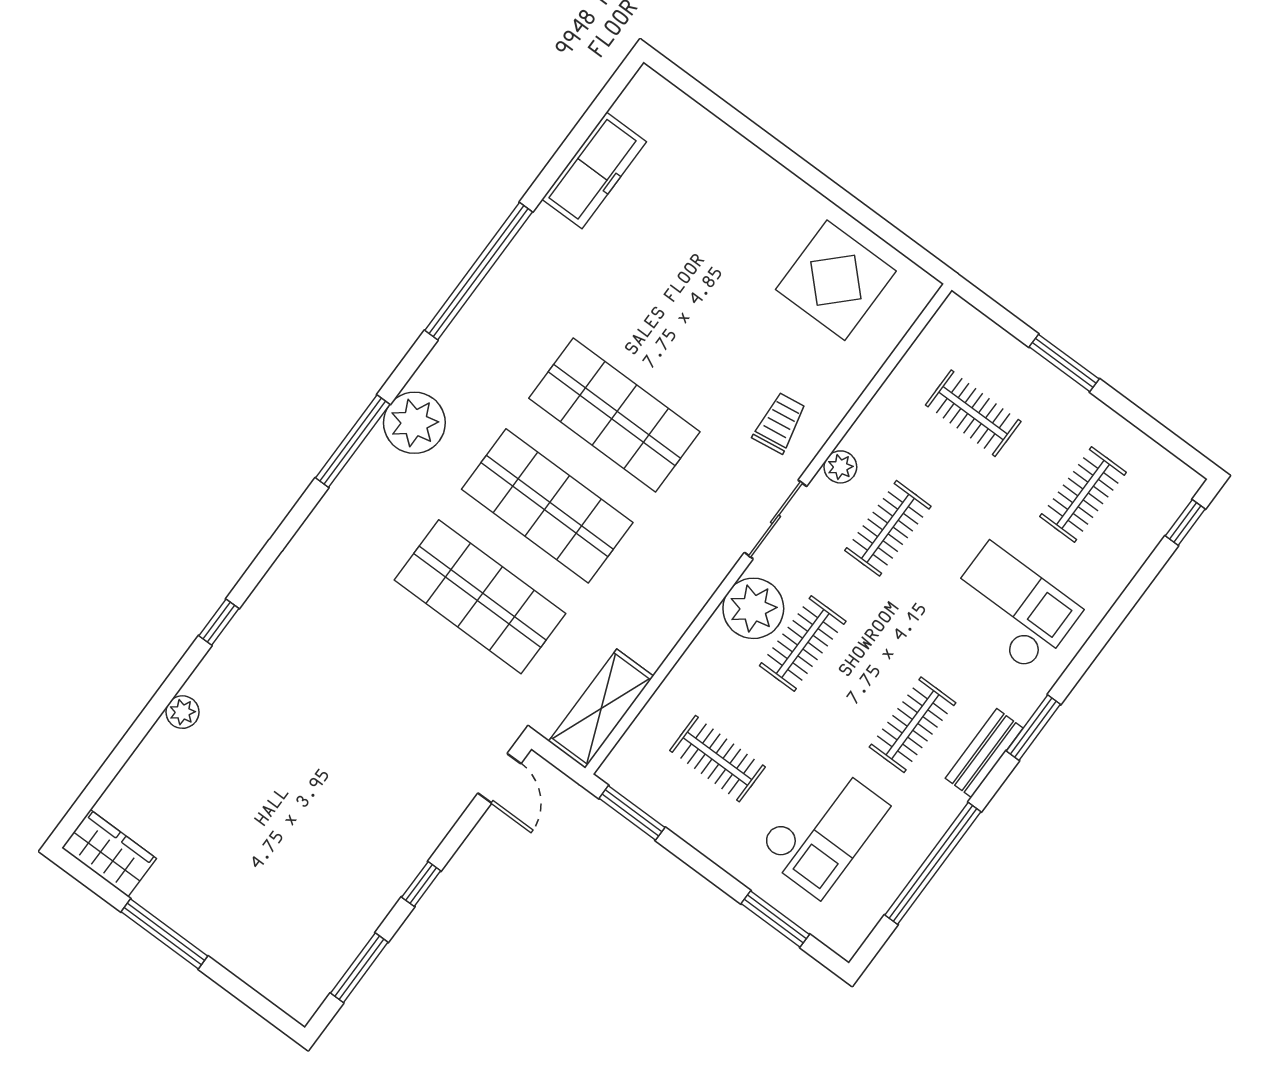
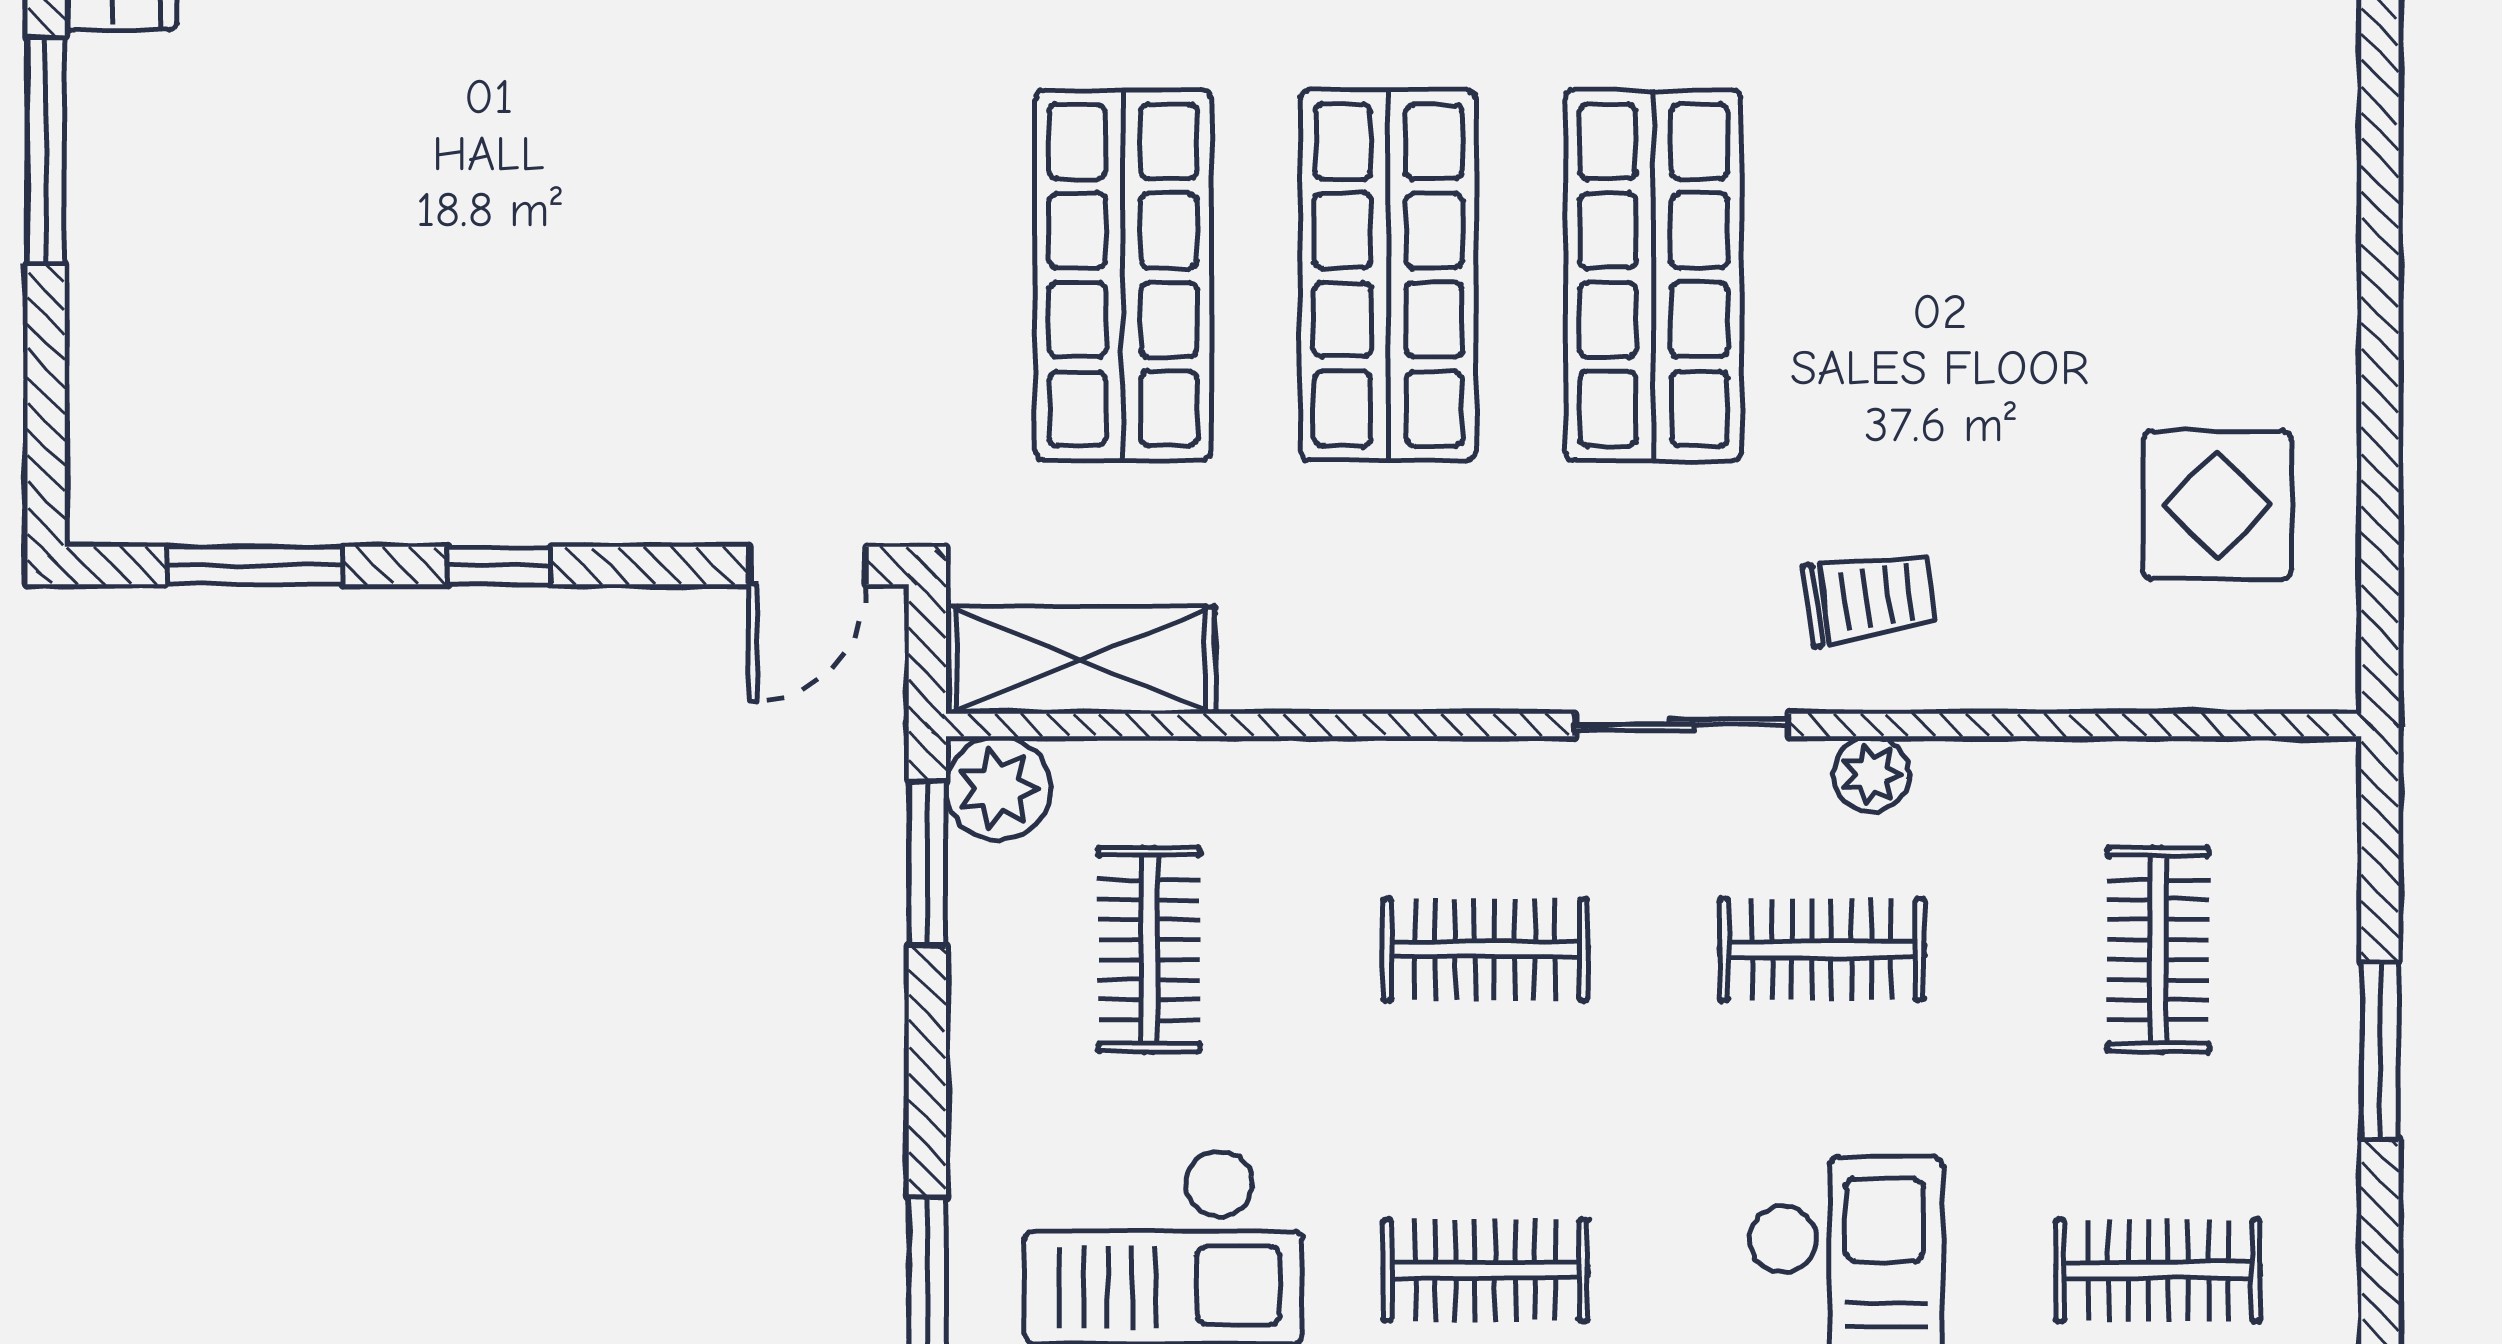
display table: (836, 280) -> (2217, 505), width x0.73, depth x0.73
plant: (753, 608) -> (998, 788), moved, width x0.73, depth x0.73

